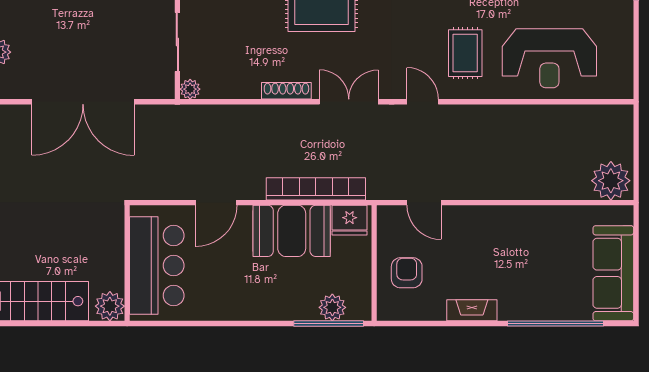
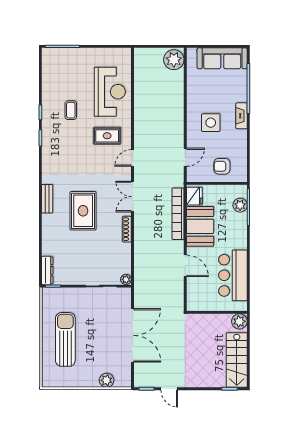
side table: (490, 251) -> (211, 123), added
bar counter: (157, 266) -> (233, 275), moved, turned -90
fireplace: (472, 310) -> (242, 116), moved

